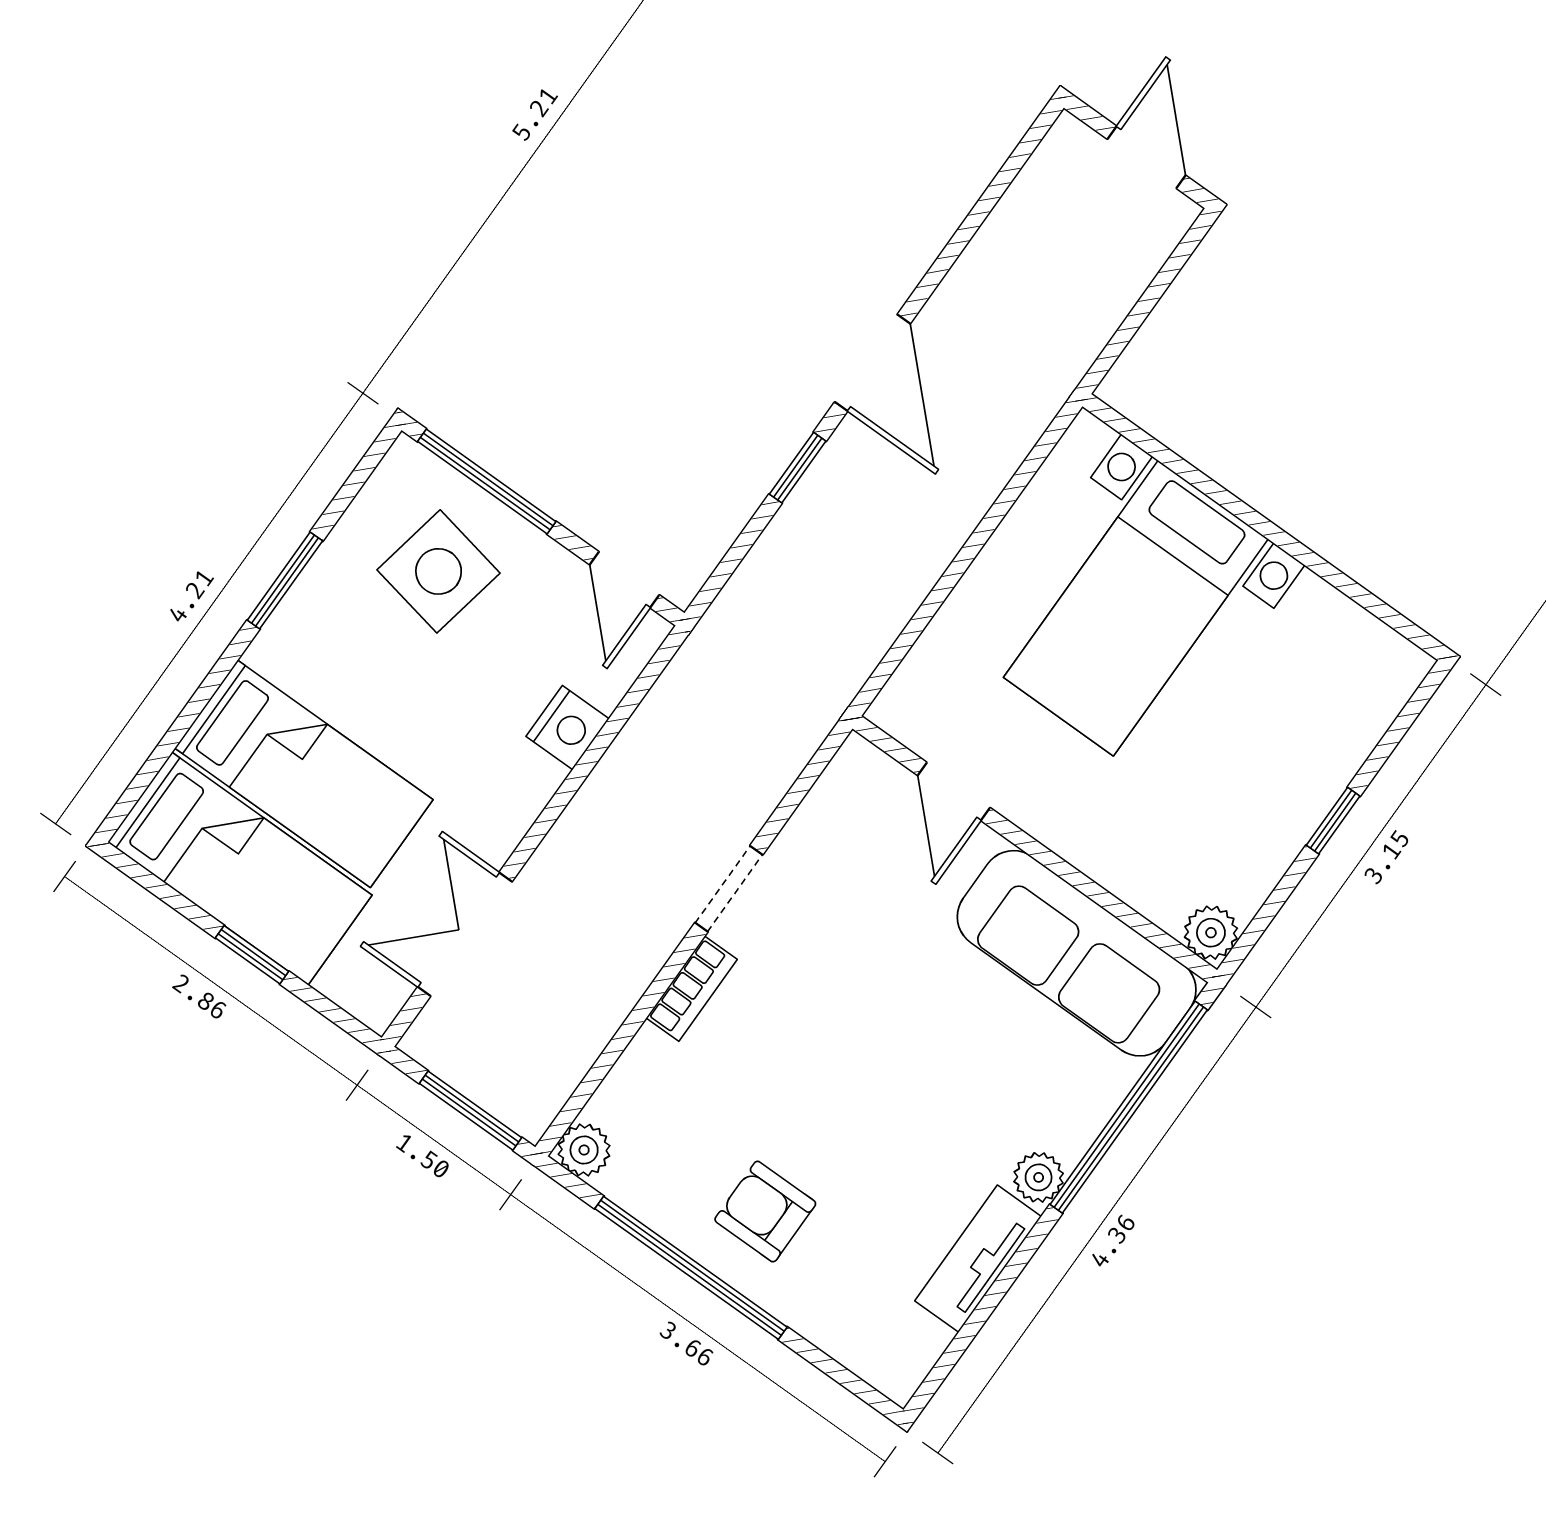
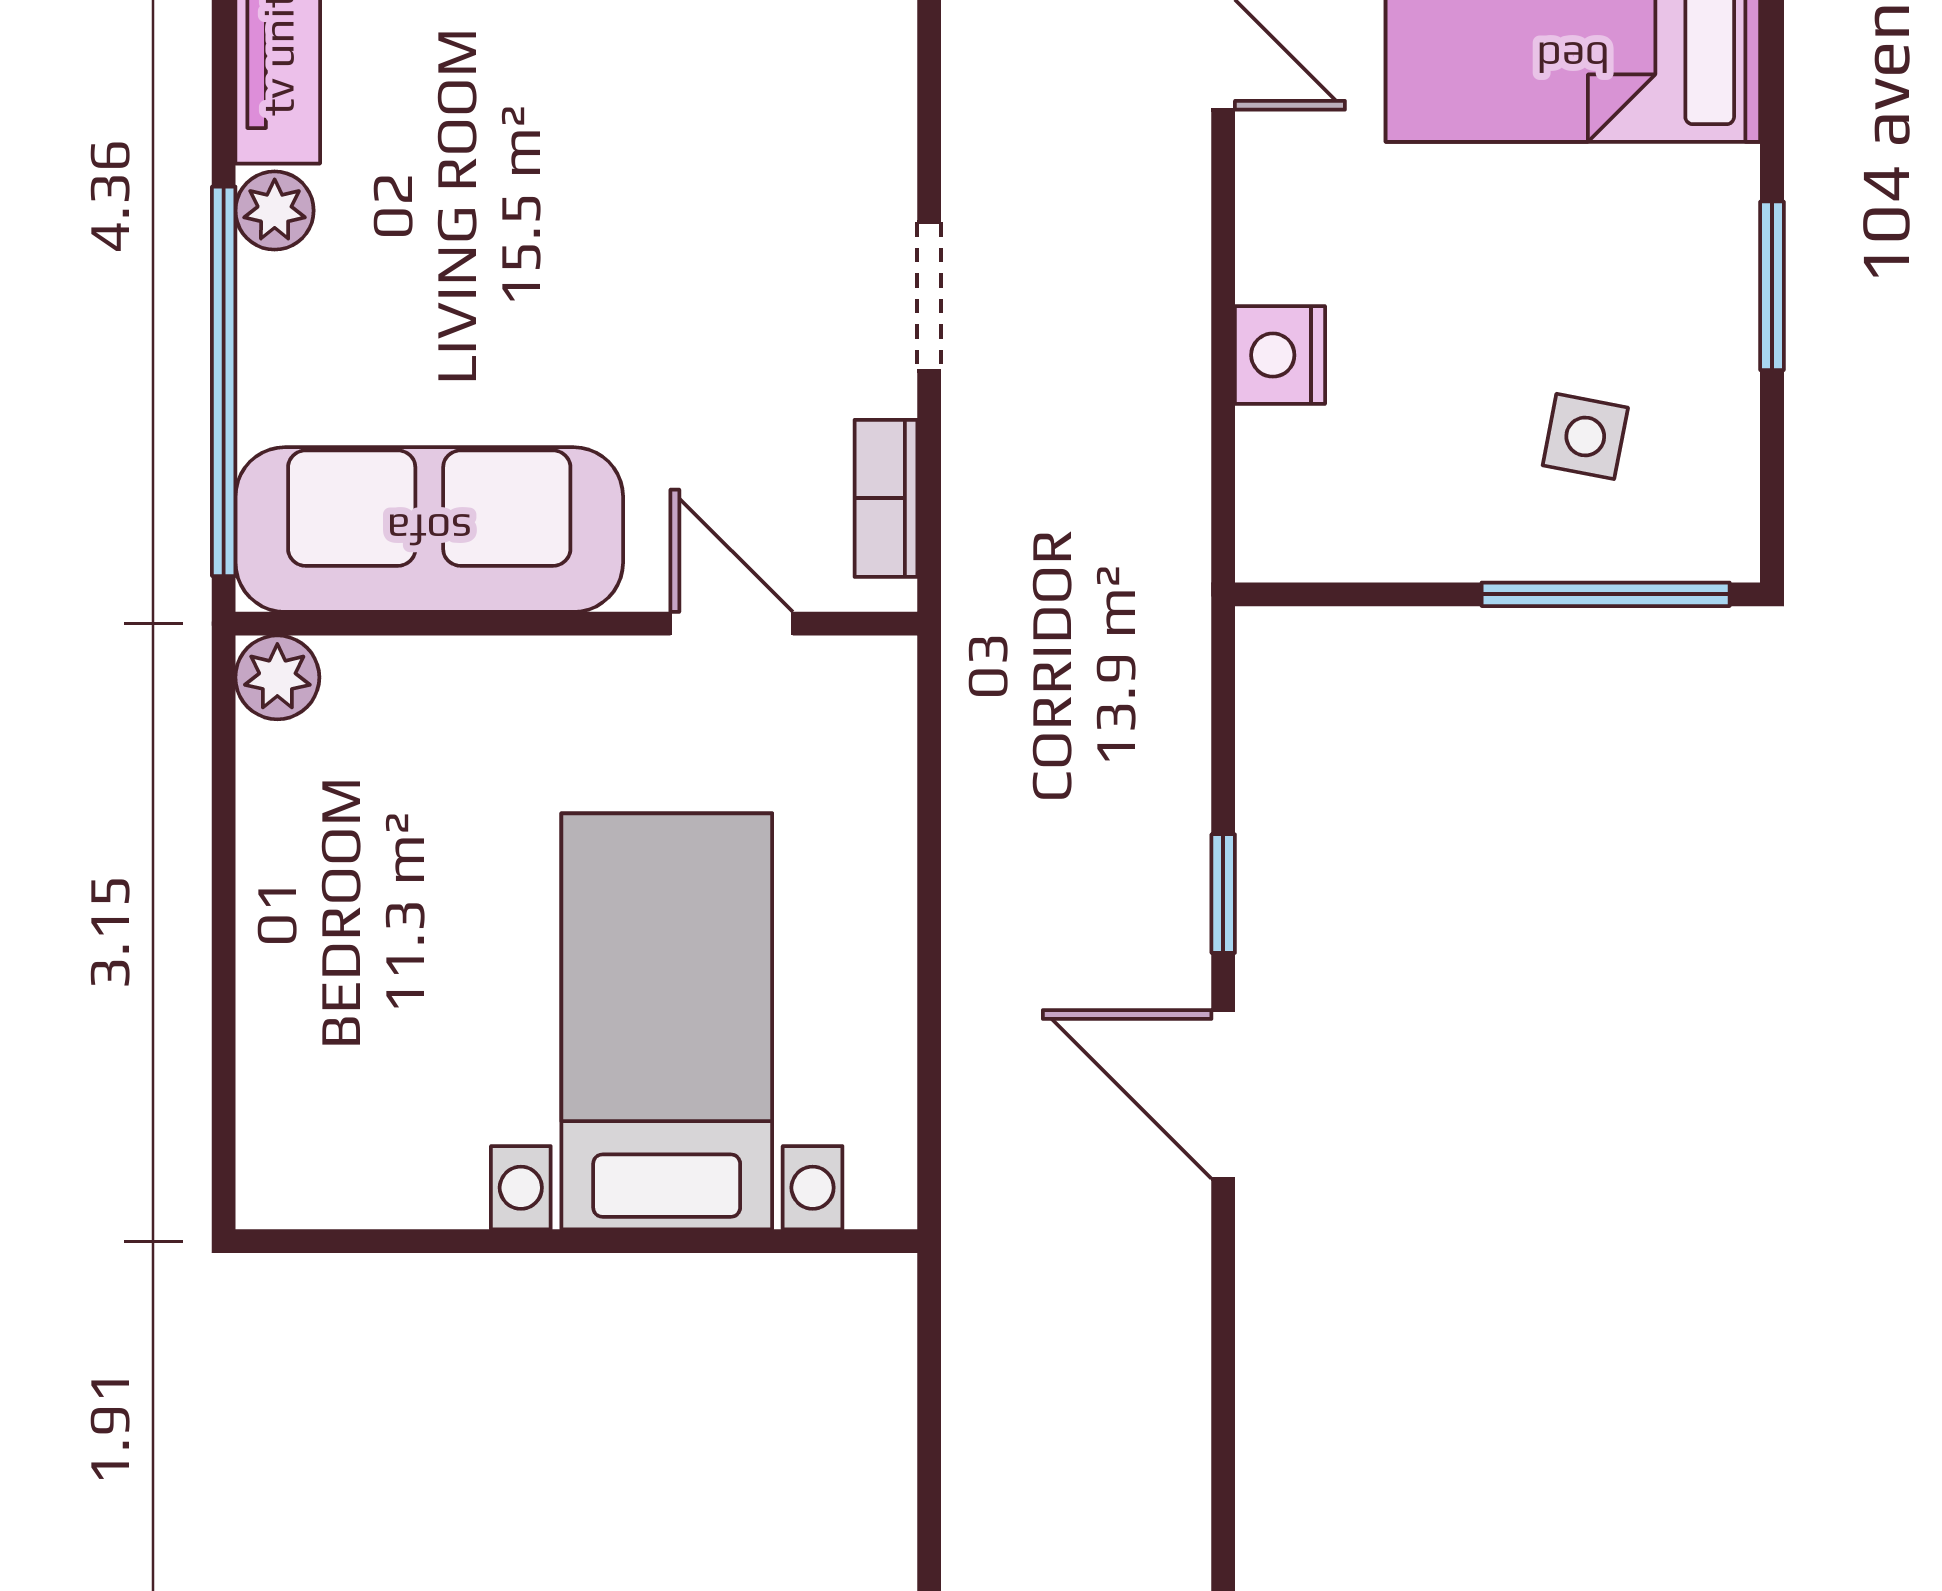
side table: (439, 571) -> (1585, 436), width x0.54, depth x0.54
door: (625, 580) -> (1341, 594), removed
window: (1333, 821) -> (224, 930), removed
bookcase: (692, 989) -> (886, 498), moved

